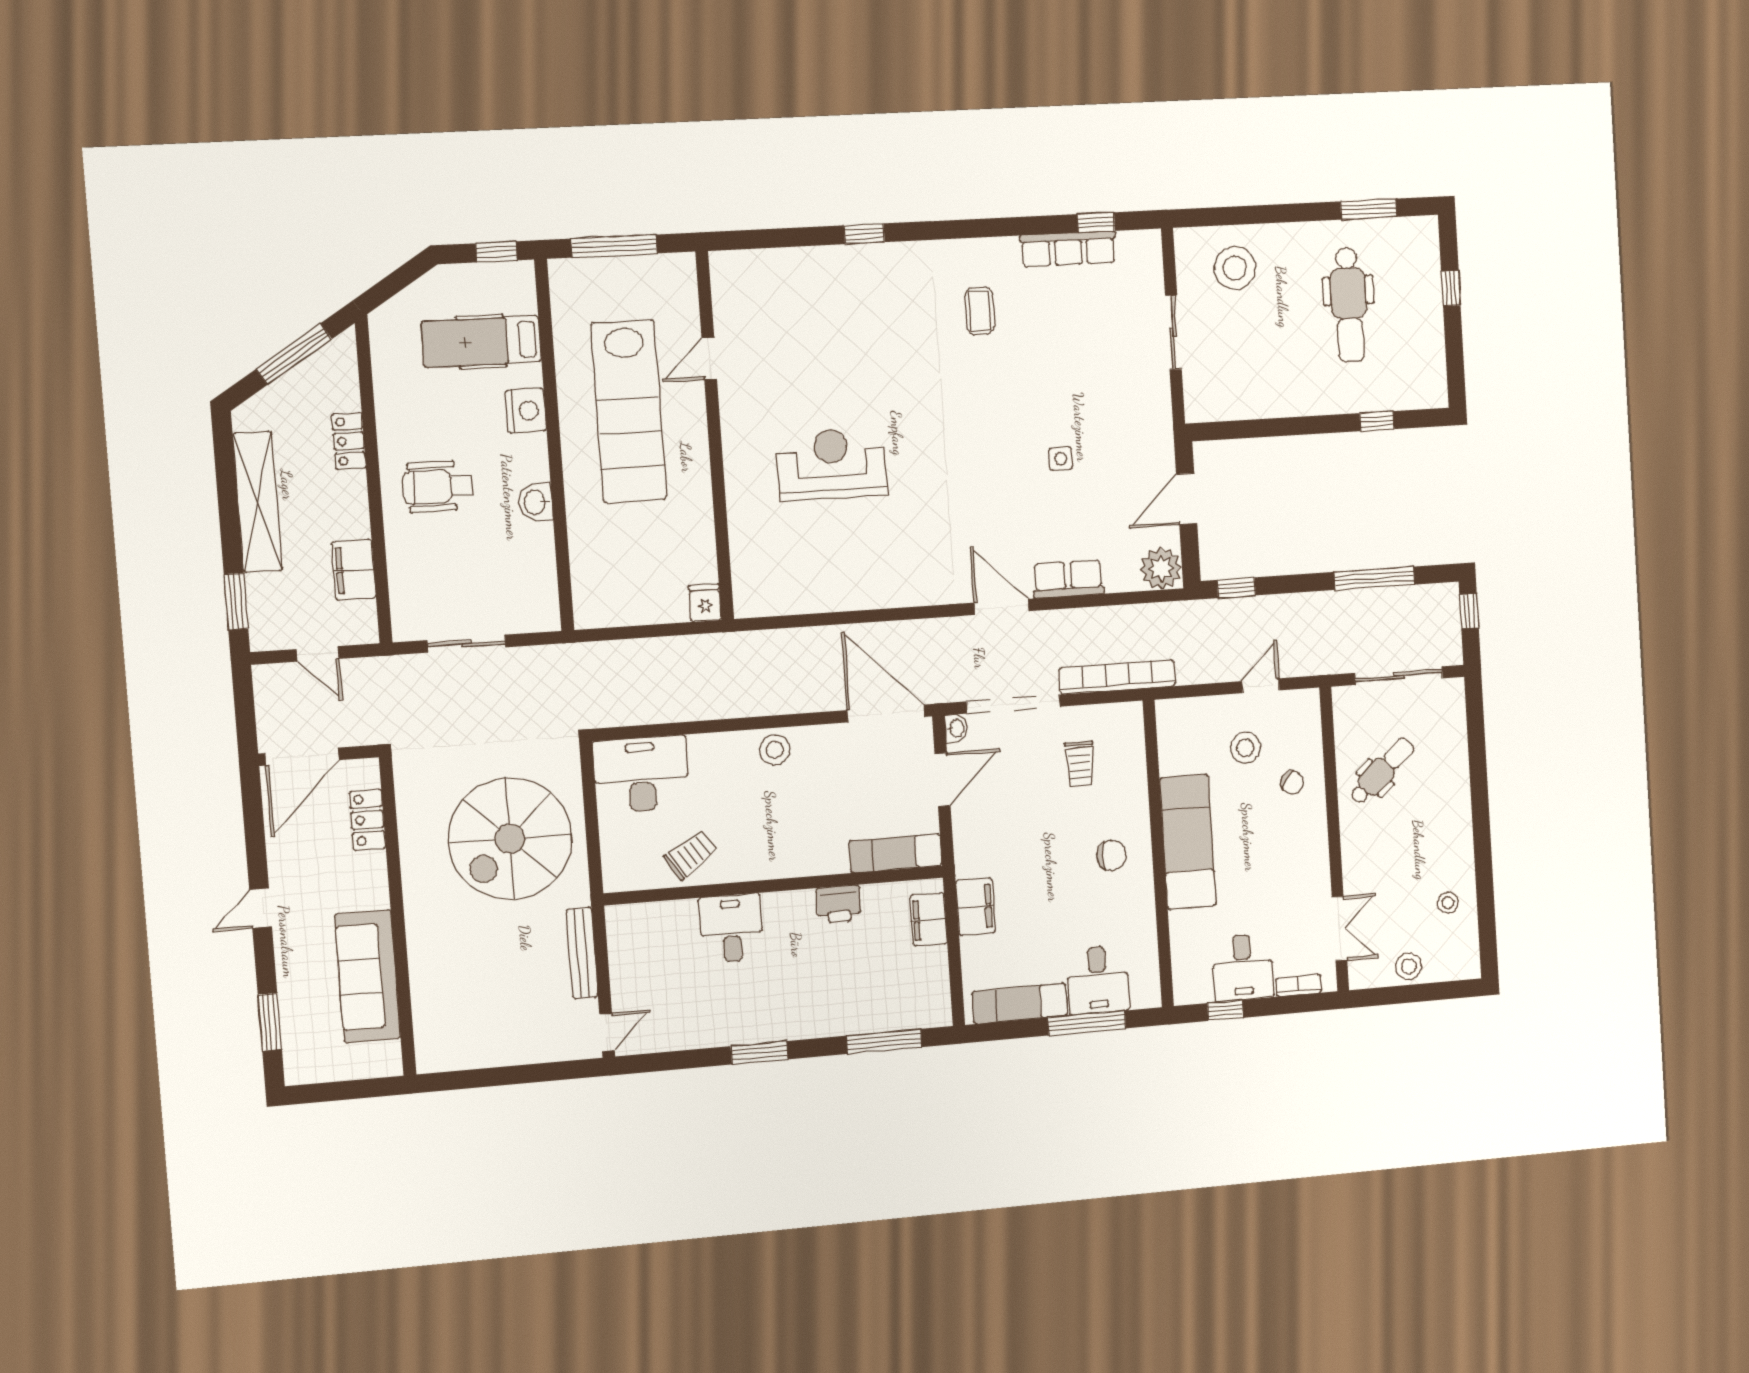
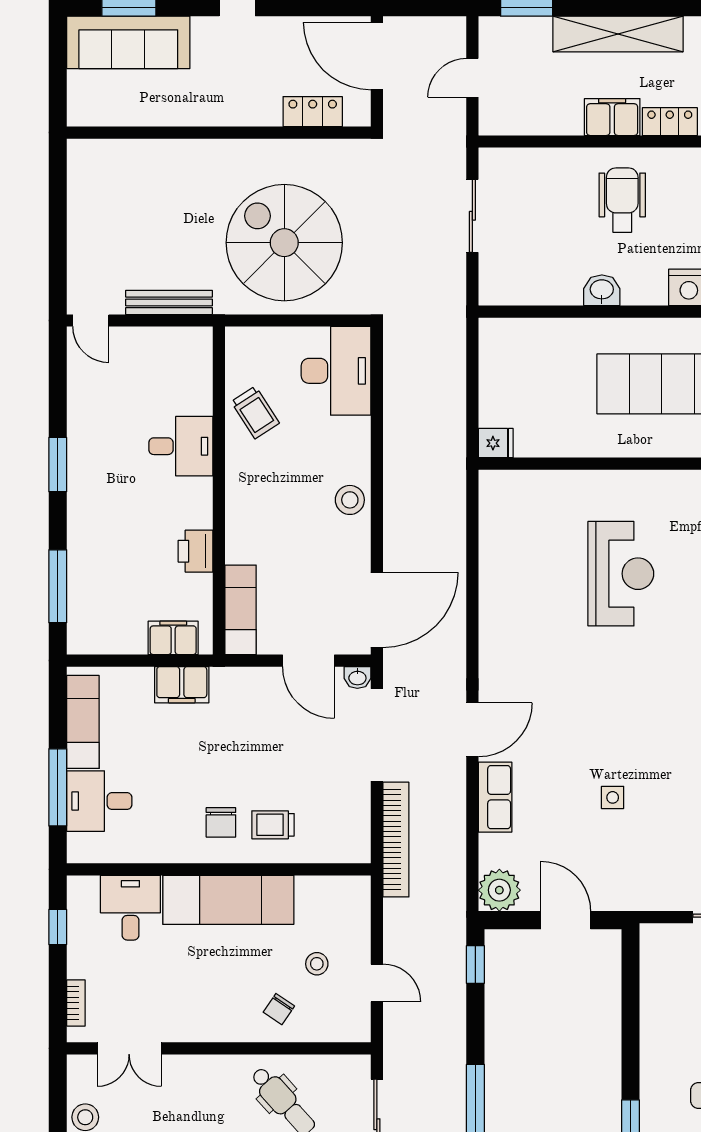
filing cabinet: (354, 570) -> (612, 117), moved
stool: (1245, 748) -> (317, 964), width x0.73, depth x0.73
trolley: (1080, 764) -> (273, 825), moved
desk: (1243, 967) -> (130, 908), moved, turned 90
sofa: (367, 976) -> (128, 42), moved, turned 180

